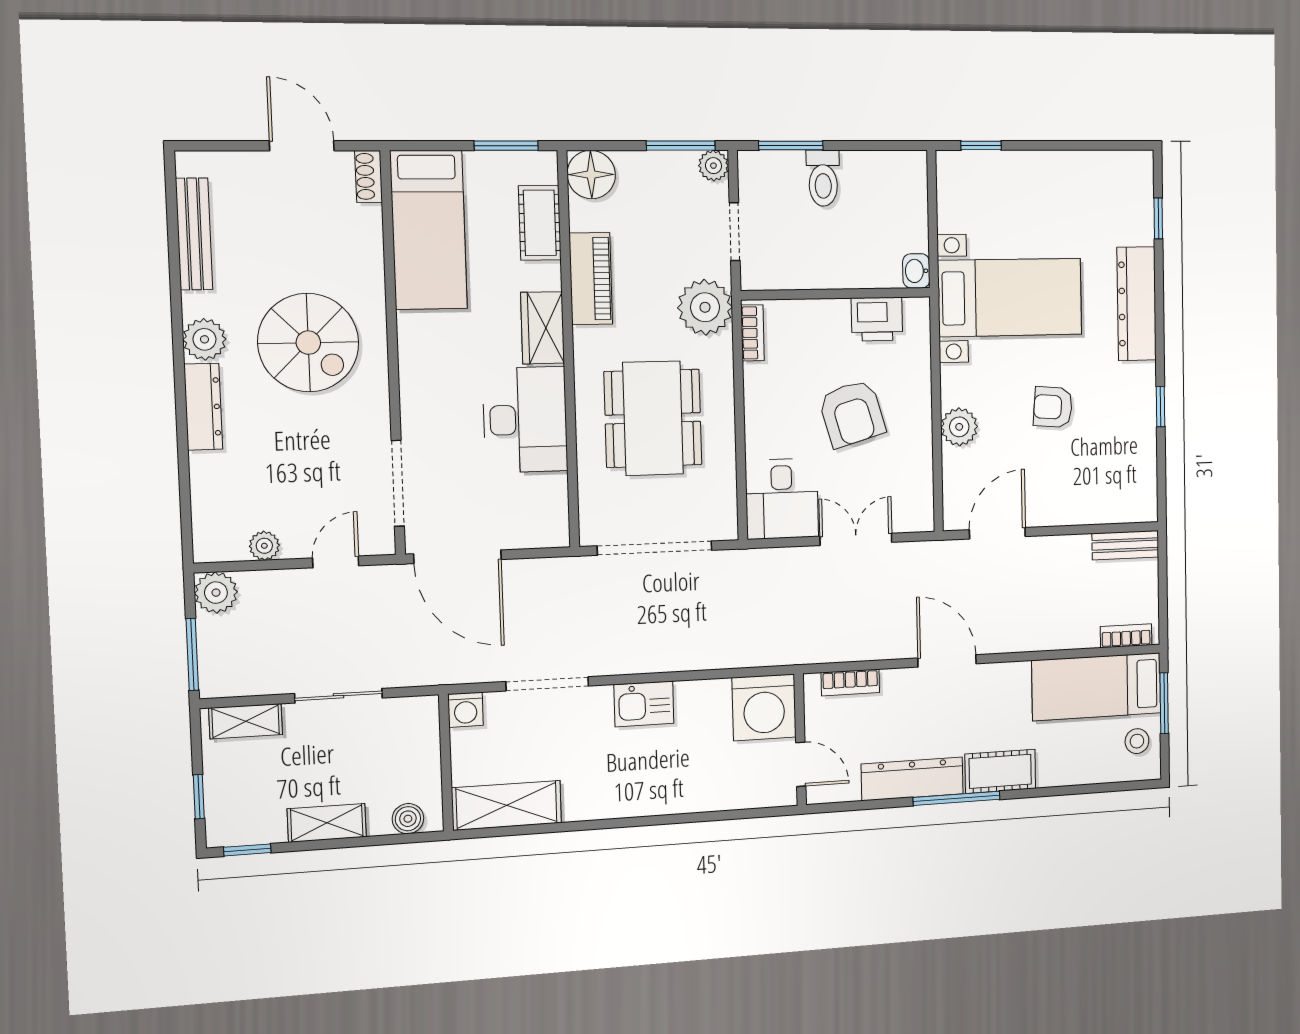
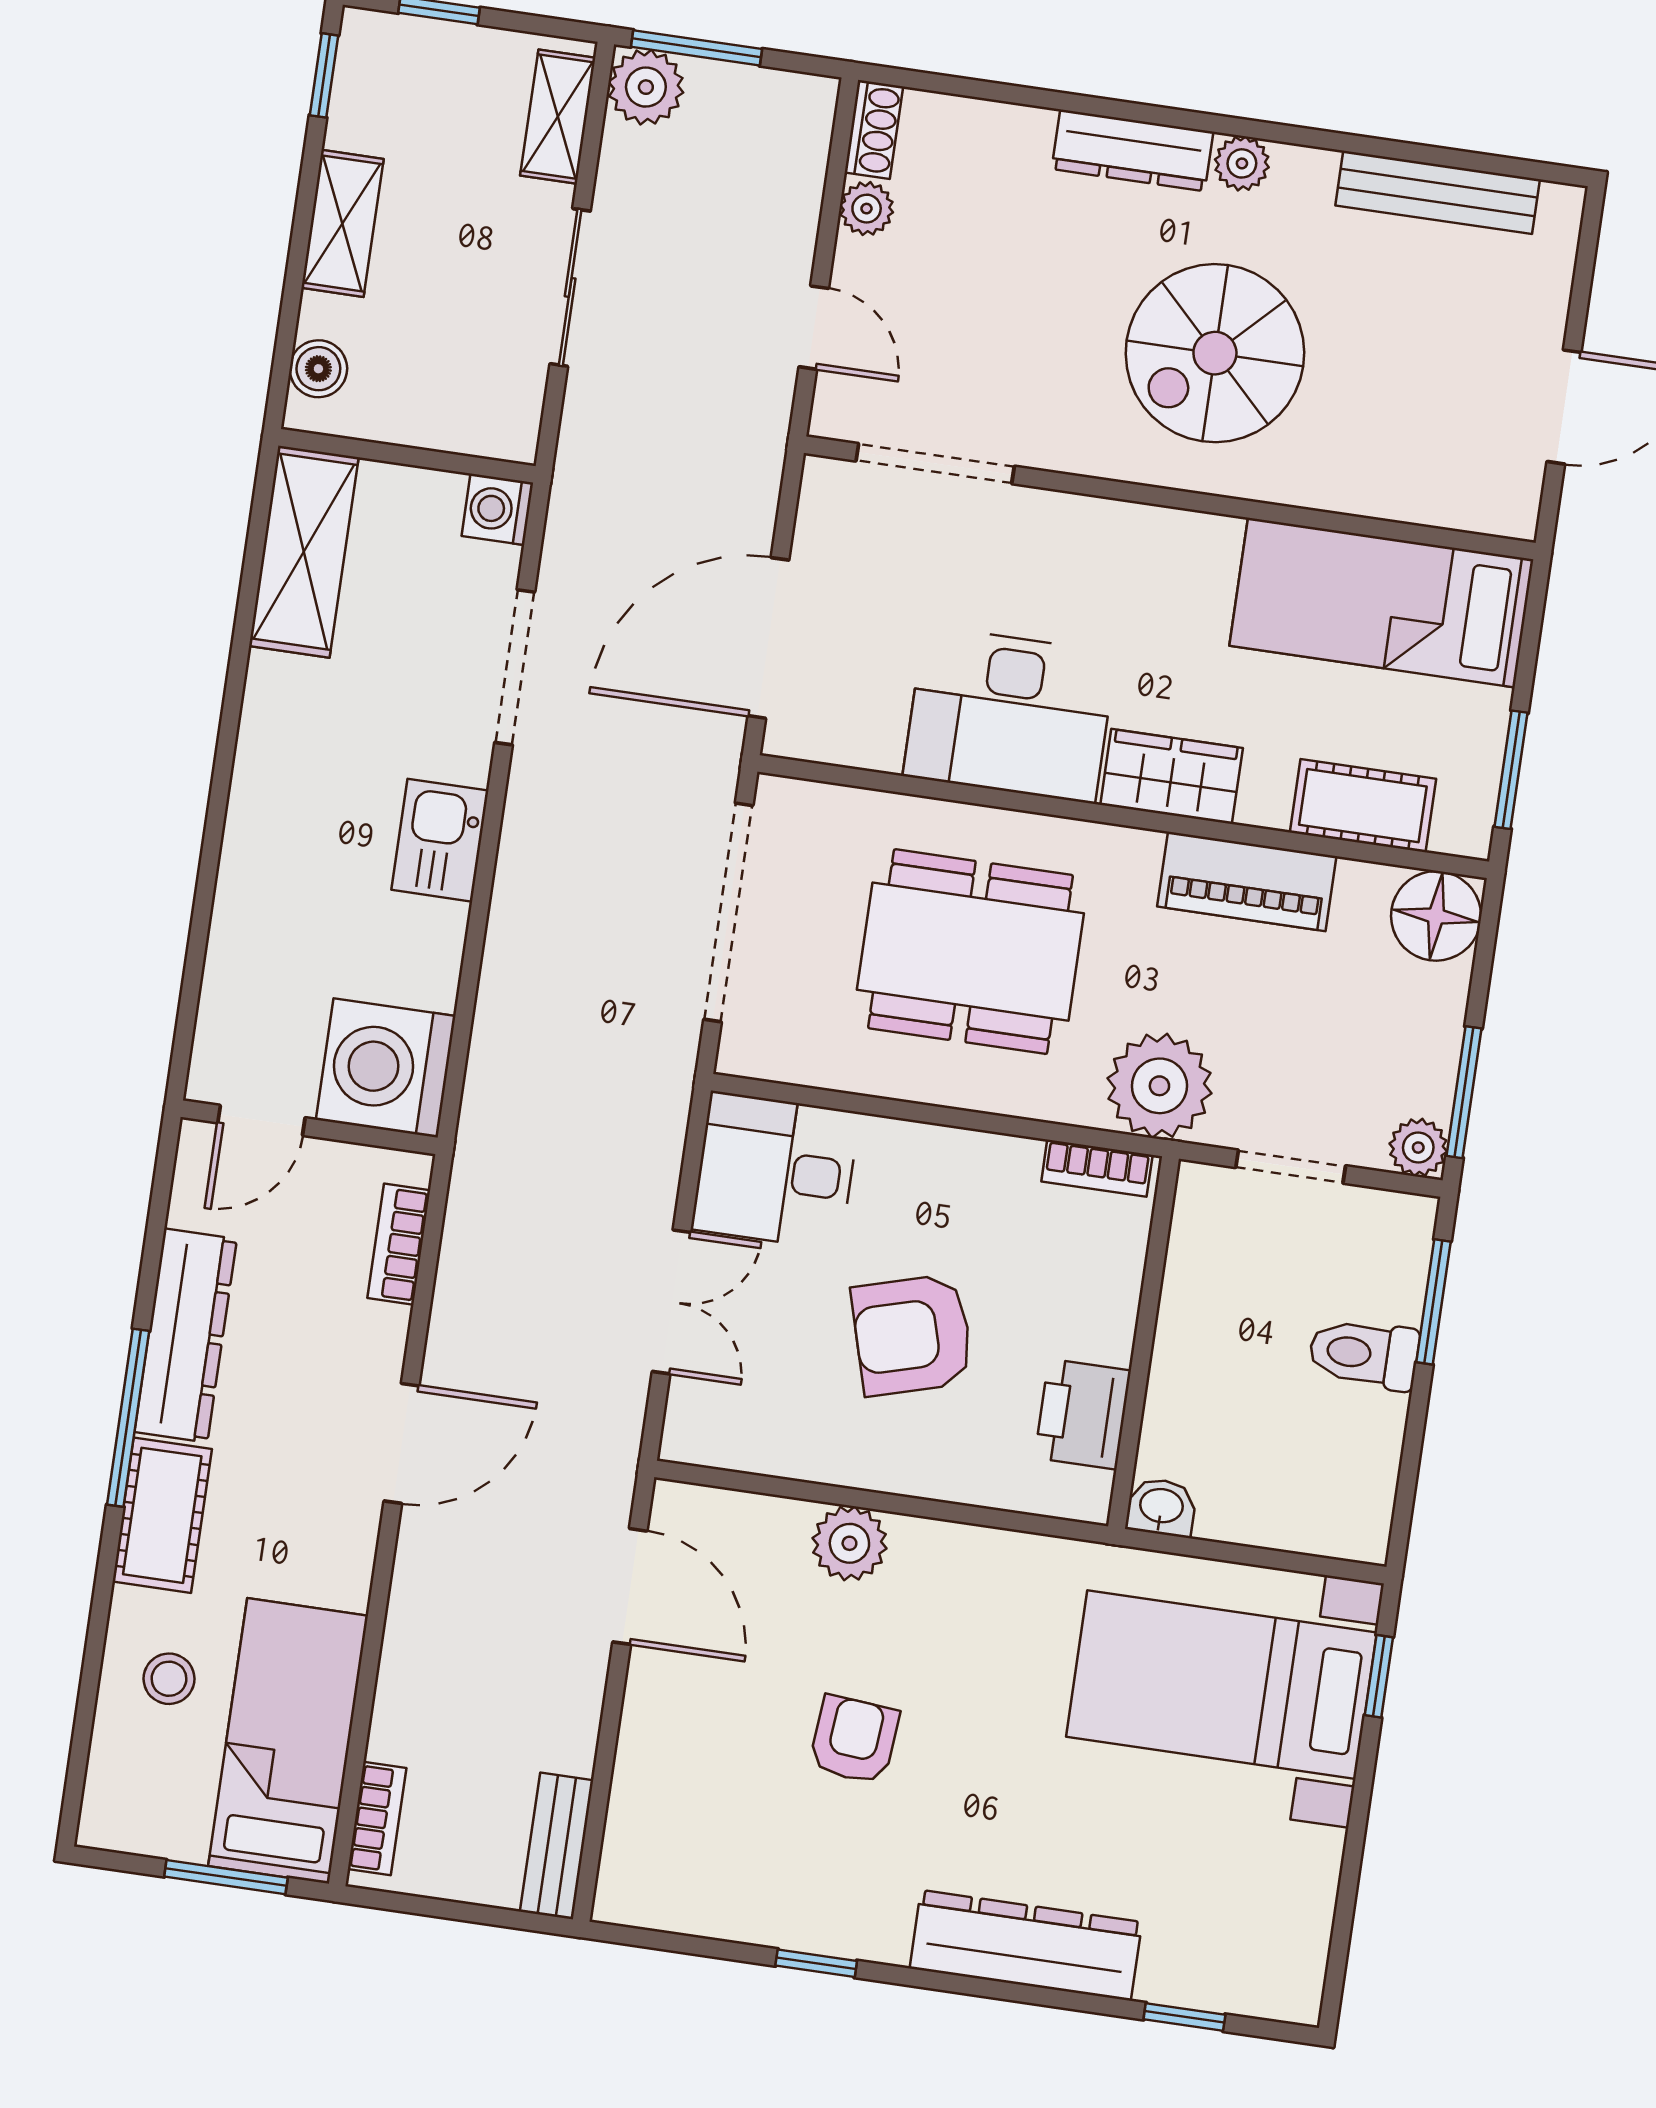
shoe rack: (369, 176) -> (874, 129), moved, turned 90
bed with nightstands: (1010, 298) -> (1221, 1685), moved, turned 90
plant: (204, 339) -> (1242, 163), width x0.73, depth x0.73
door: (458, 557) -> (768, 638), moved
plant: (216, 593) -> (646, 87), moved
stool: (1137, 741) -> (169, 1679), moved

